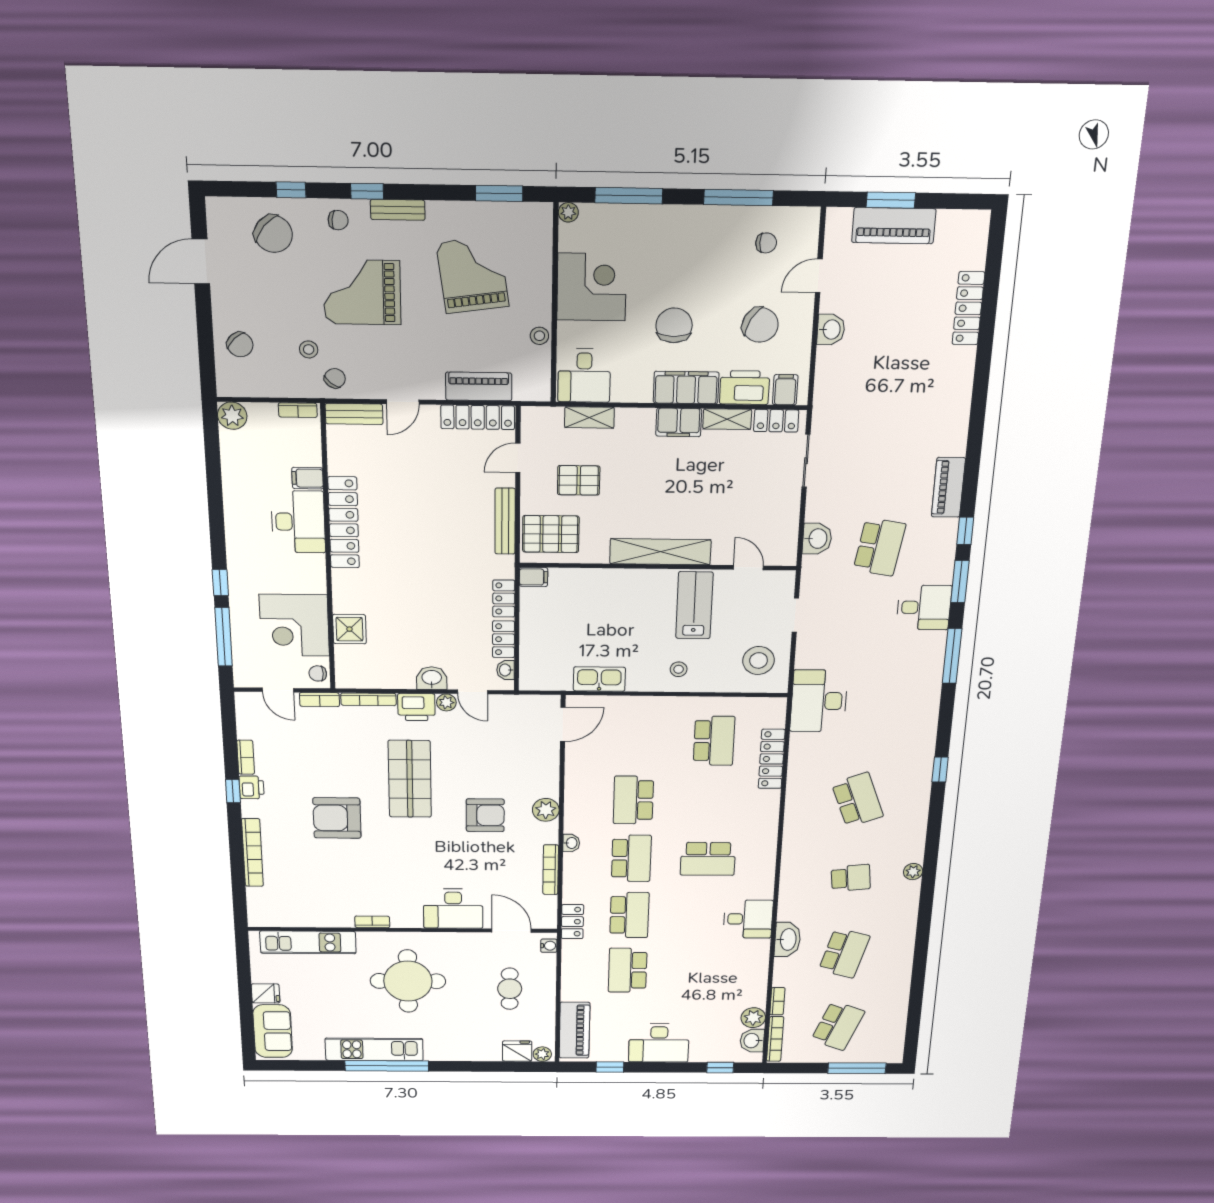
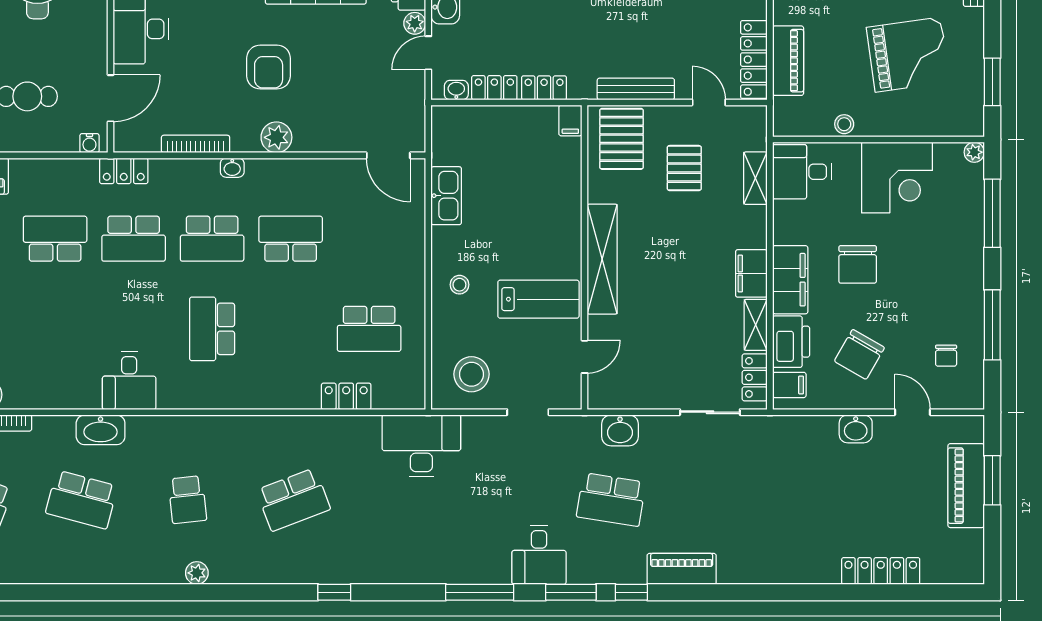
chair: (674, 325) -> (858, 264), turned 90
locker: (772, 759) -> (346, 396), width x0.66

